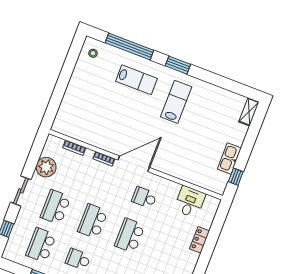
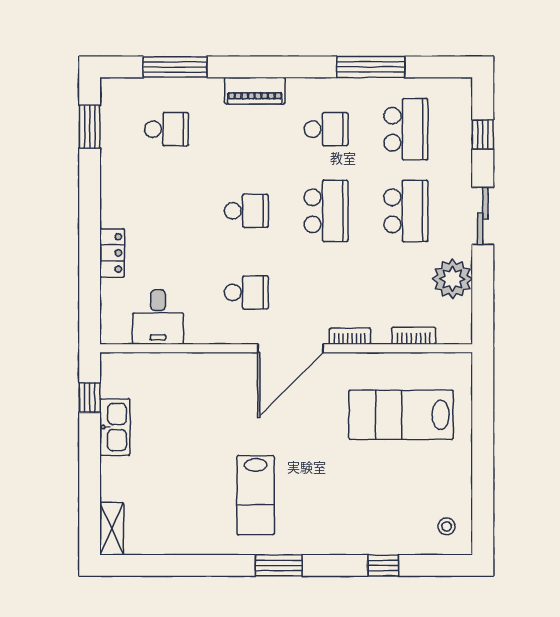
window: (129, 46) -> (383, 565), width x0.32
lab bench: (136, 80) -> (401, 415), moved, width x1.36, depth x1.39
school desk: (130, 236) -> (246, 211), width x0.54

